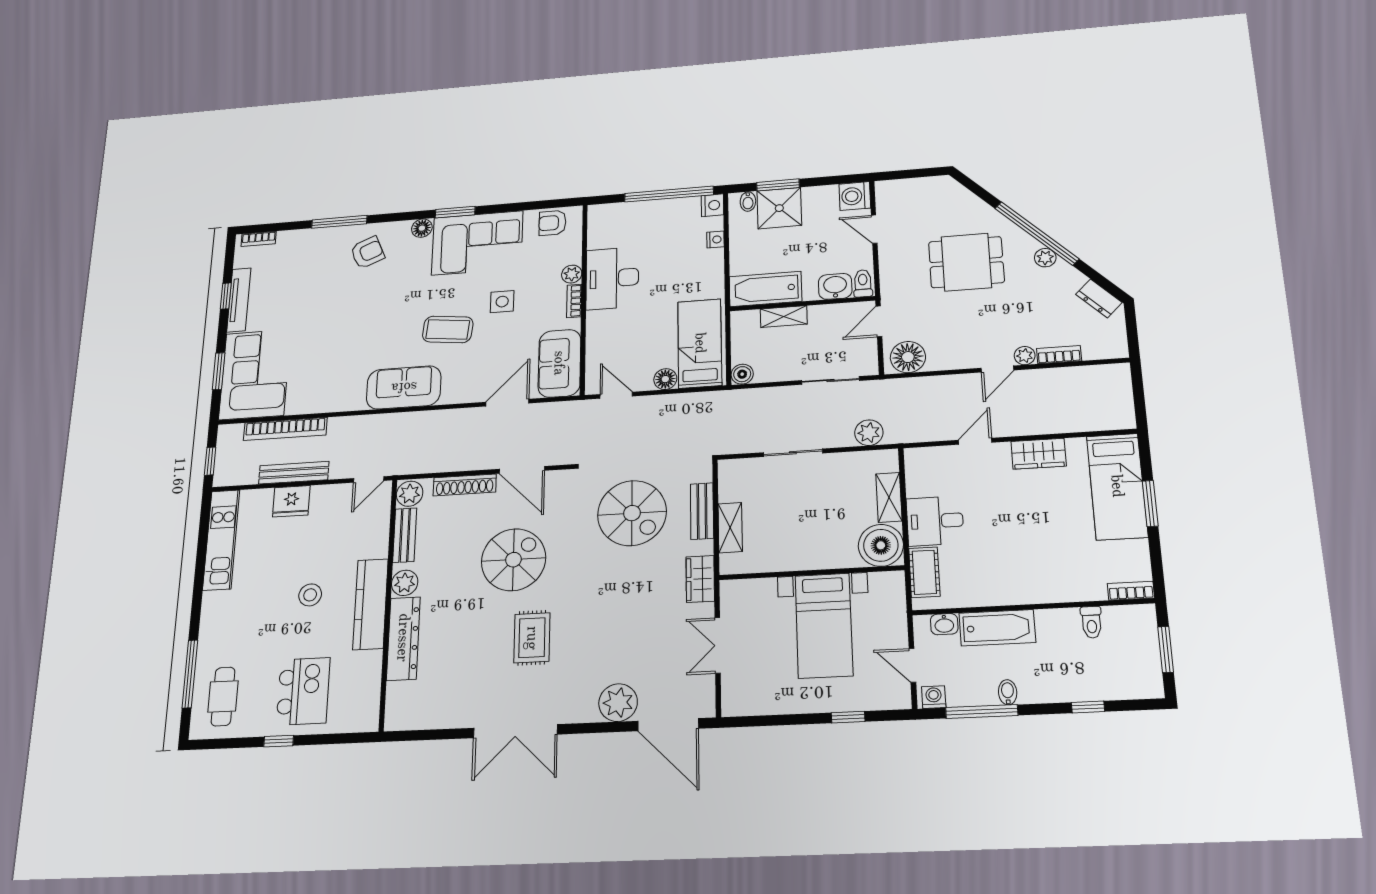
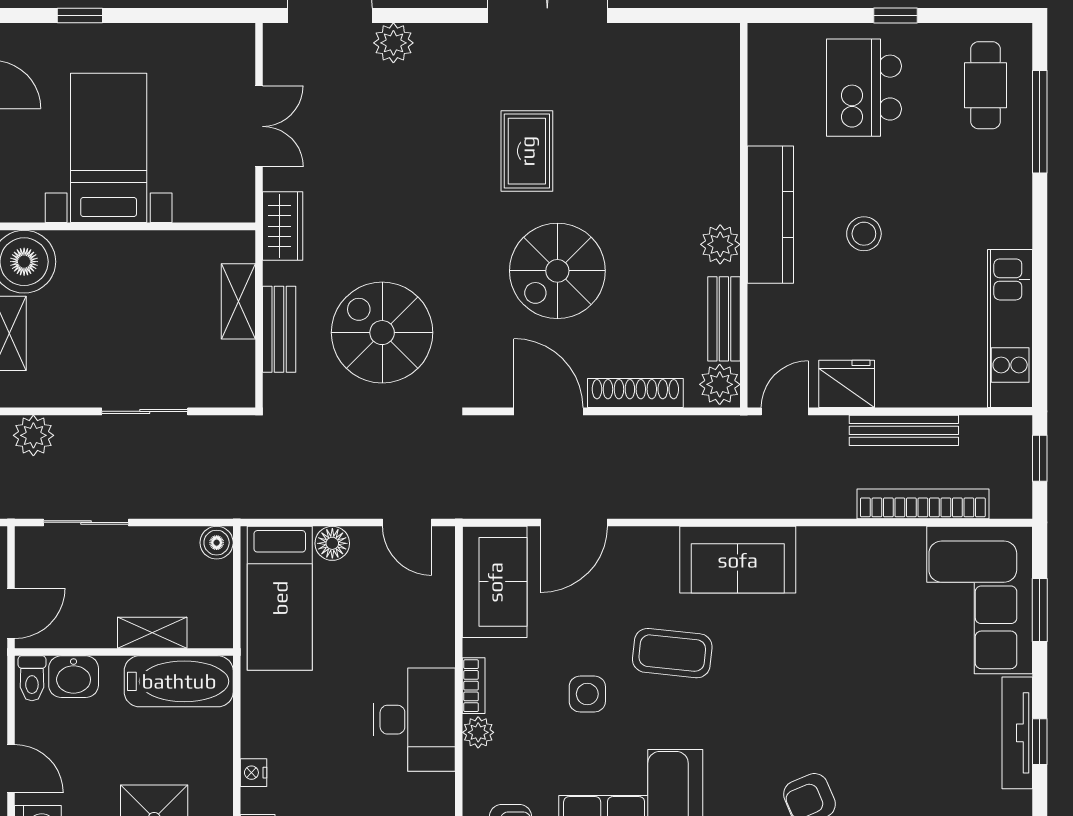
fridge: (291, 501) -> (847, 384), moved
dresser: (403, 638) -> (718, 160), removed
plant: (618, 703) -> (393, 43), width x0.73, depth x0.73

